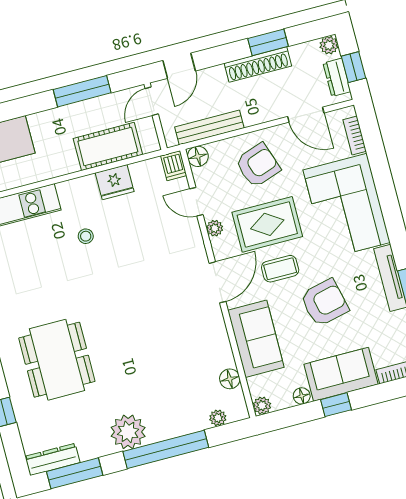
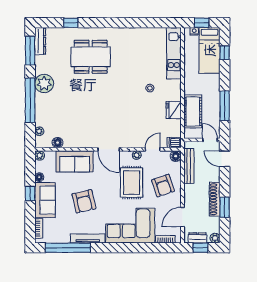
coffee table: (280, 269) -> (107, 183), removed

